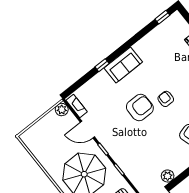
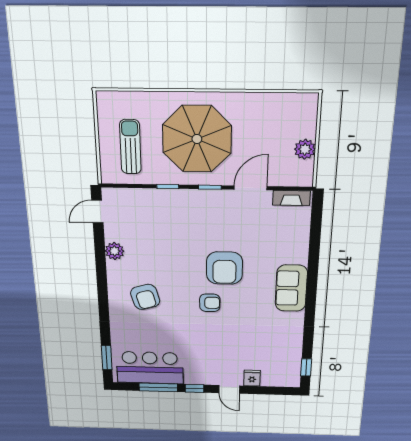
window: (102, 65) -> (313, 265), removed
plant: (62, 110) -> (305, 149), moved
plant: (168, 176) -> (115, 251), moved

